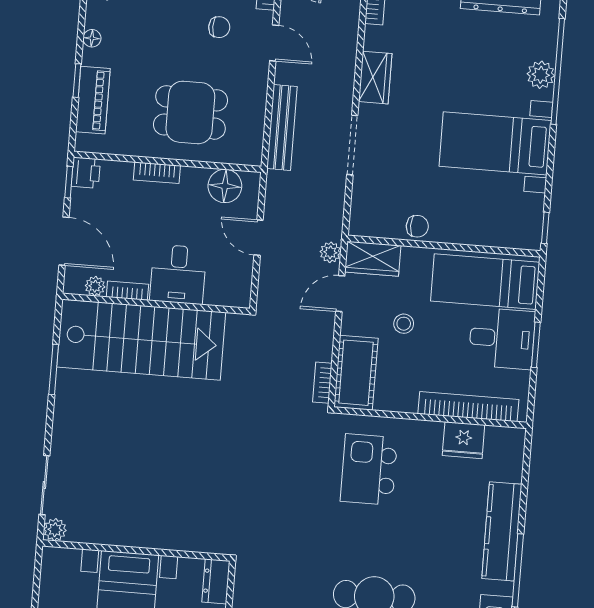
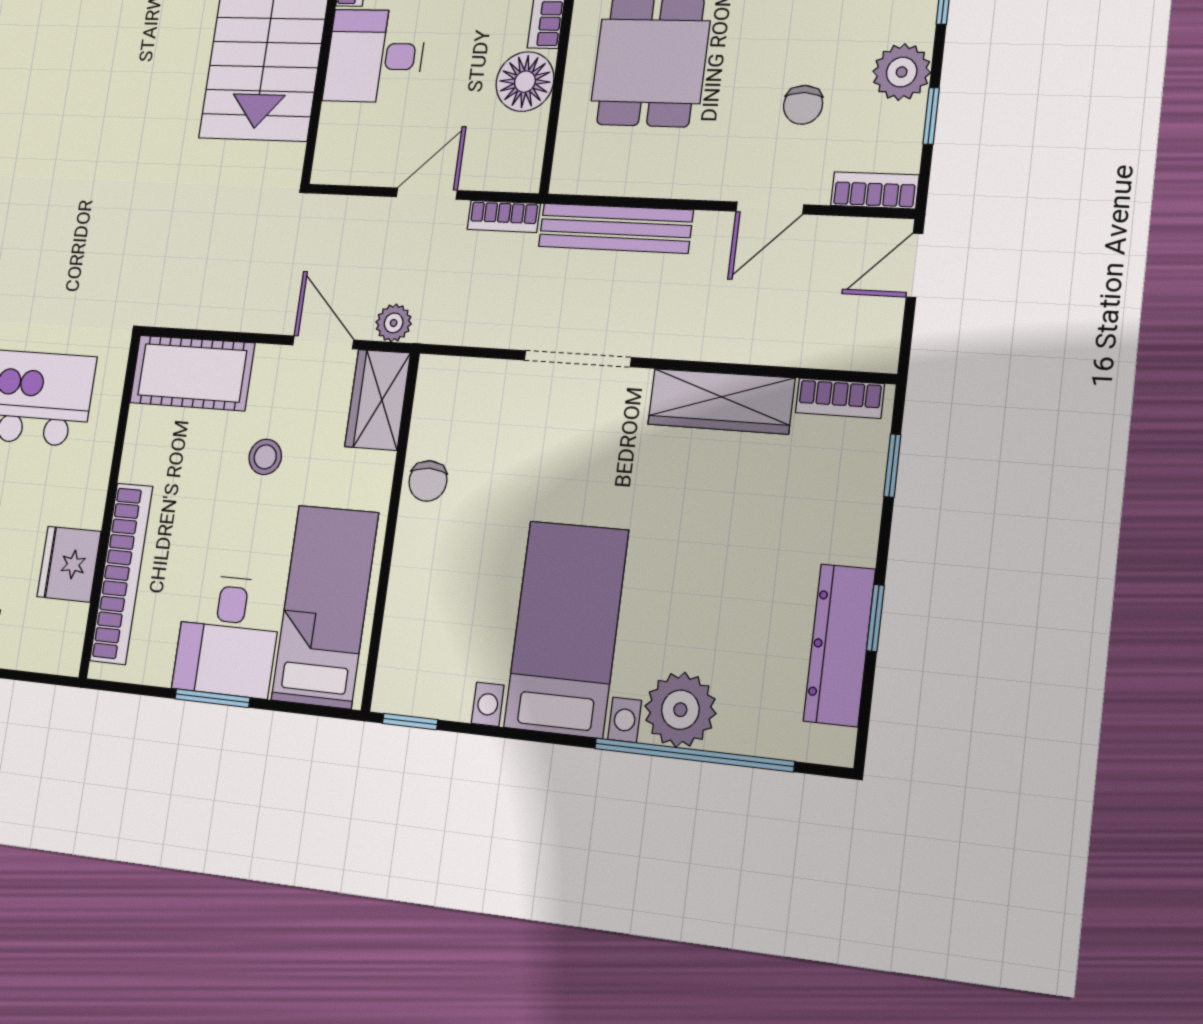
plant: (541, 75) -> (680, 710), width x1.36, depth x1.36
wardrobe: (375, 78) -> (721, 401), width x1.50
floor lamp: (225, 186) -> (525, 82), moved
bookcase: (322, 383) -> (504, 216), moved, turned 180

